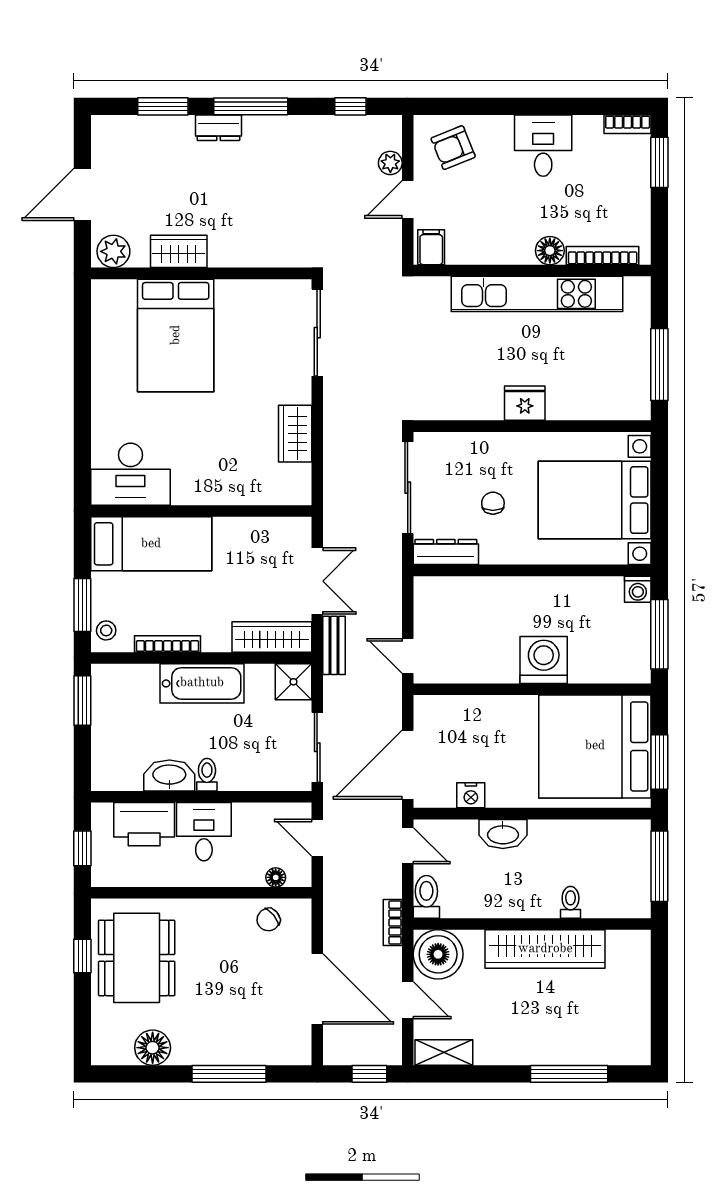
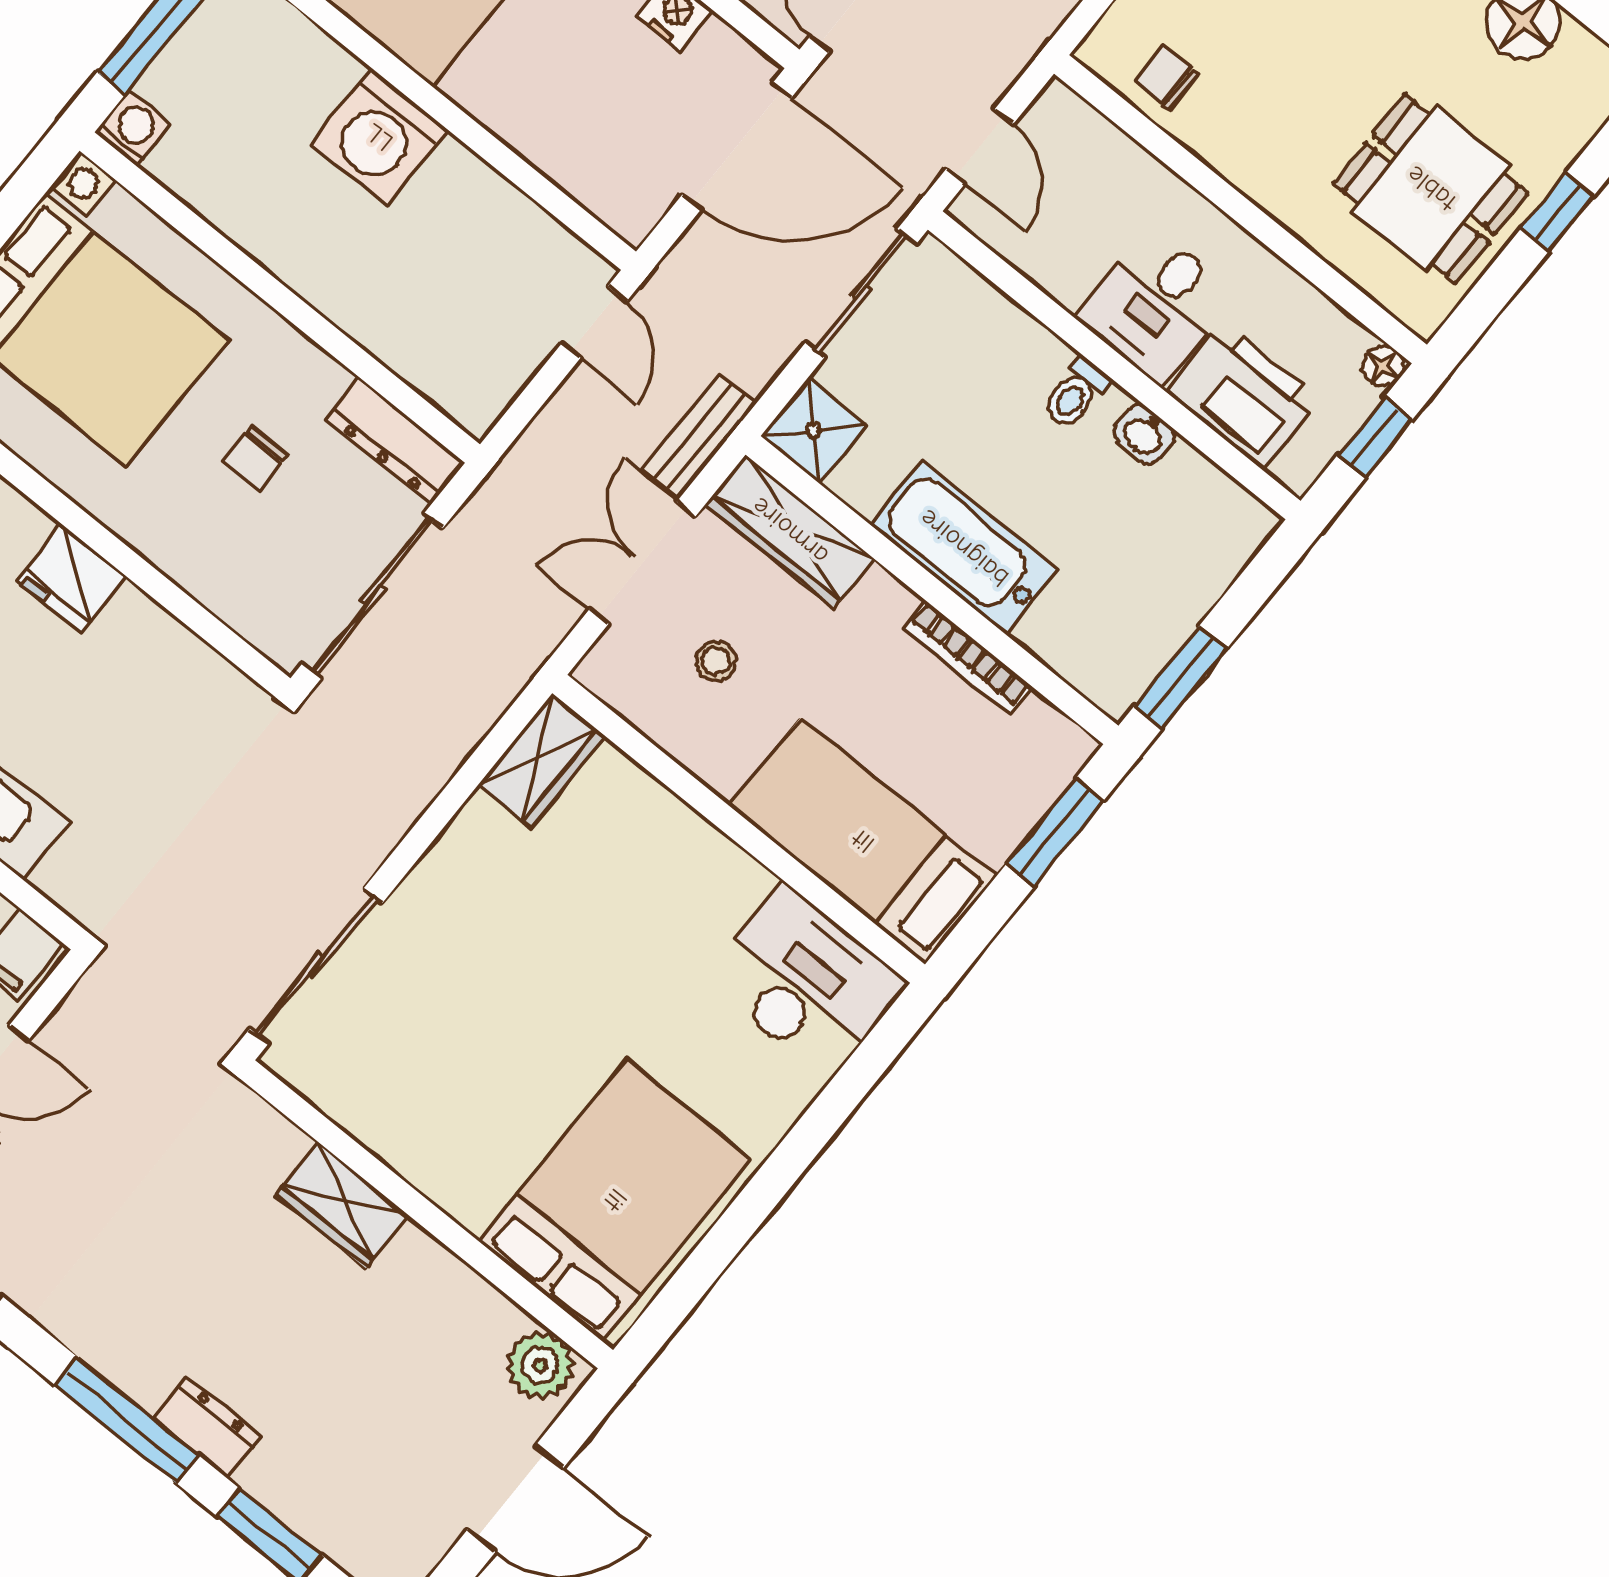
wardrobe: (179, 251) -> (342, 1205), moved
bed: (176, 335) -> (615, 1200), moved
wardrobe: (295, 434) -> (542, 761), moved
stool: (106, 630) -> (716, 661), moved
washbasin: (169, 775) -> (1144, 434), width x0.52, depth x0.69
floor lamp: (276, 877) -> (1383, 366), moved
chair: (268, 920) -> (1167, 78), turned -141
window: (82, 956) -> (1557, 212), moved
dining table: (137, 958) -> (1431, 188), width x0.73

